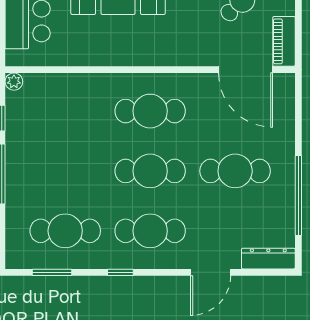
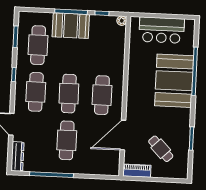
door: (245, 70) -> (123, 135), moved
booth: (27, 173) -> (71, 26), added

